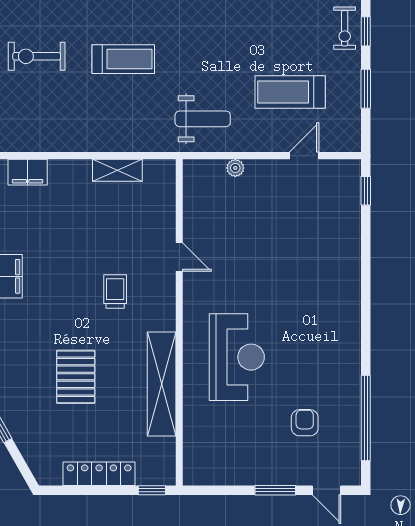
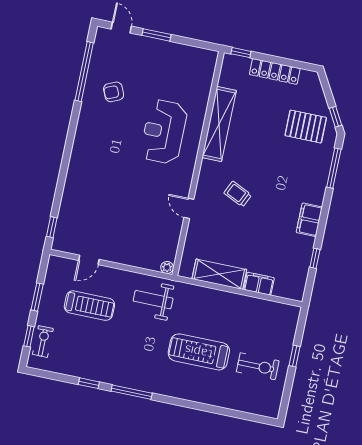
treadmill: (123, 59) -> (199, 352), width x1.37, depth x1.38
plant: (235, 168) -> (167, 267), moved
shelving: (117, 170) -> (219, 274), width x1.50, depth x1.33
filing cabinet: (28, 172) -> (259, 284), moved
trolley: (115, 291) -> (238, 194), turned 115
pallet: (76, 377) -> (306, 127), moved, turned 90
armchair: (305, 423) -> (114, 92), moved, turned 66

